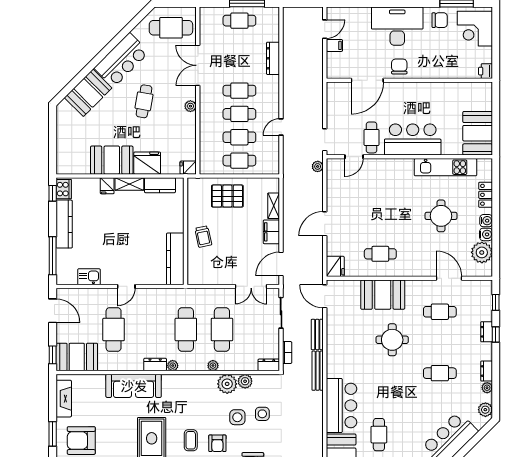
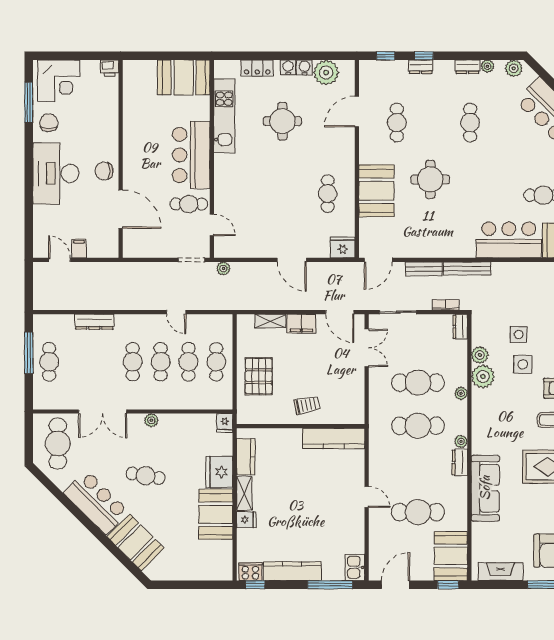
kitchen sink: (89, 277) -> (355, 567), moved

